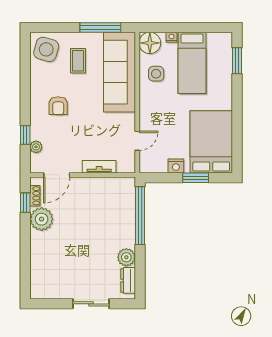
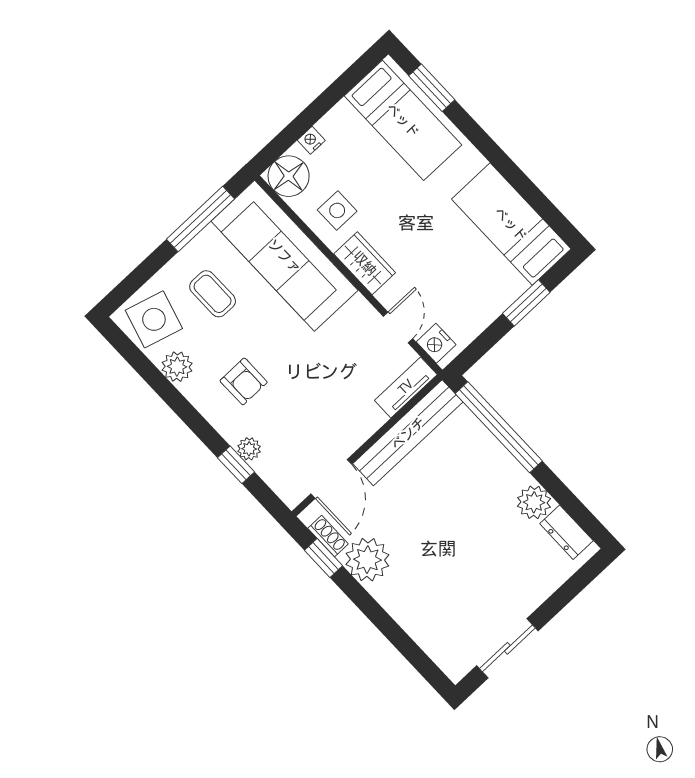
bed: (192, 63) -> (403, 120), moved
plant: (38, 76) -> (177, 367), added
wardrobe: (148, 104) -> (365, 263), added
bed: (211, 142) -> (511, 224), width x0.67
plant: (36, 147) -> (249, 449), moved
nightstand: (176, 166) -> (436, 343), moved, turned 90
tv unit: (99, 167) -> (406, 387), moved
bench: (103, 185) -> (408, 433), added
sliding door: (91, 304) -> (507, 648), moved

